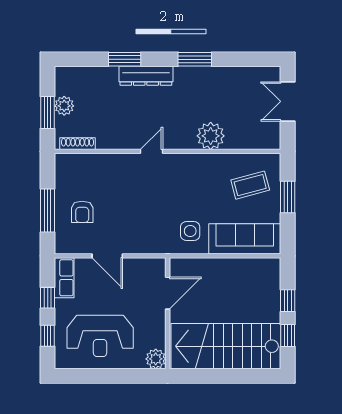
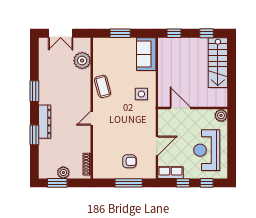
window: (48, 112) -> (57, 183), moved
plant: (211, 136) -> (82, 61), moved
door: (151, 151) -> (92, 118), hinge flipped
coffee table: (250, 185) -> (103, 86), moved
sofa: (245, 239) -> (146, 54), width x0.73
window: (288, 301) -> (174, 33), moved
reception desk: (100, 336) -> (207, 150), turned 180
stairs: (226, 346) -> (218, 63), width x0.73, depth x0.66

